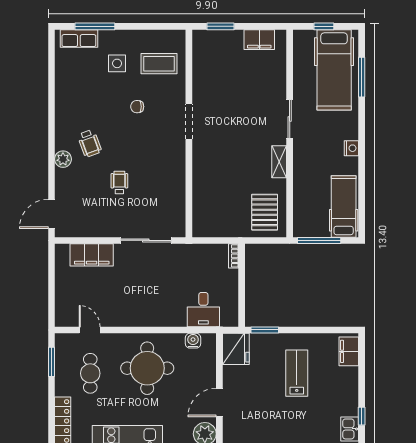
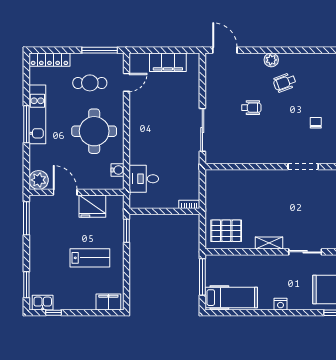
filing cabinet: (92, 255) -> (168, 62), moved, turned -90
fridge: (236, 349) -> (92, 206), moved
window: (51, 362) -> (100, 50), width x1.44

